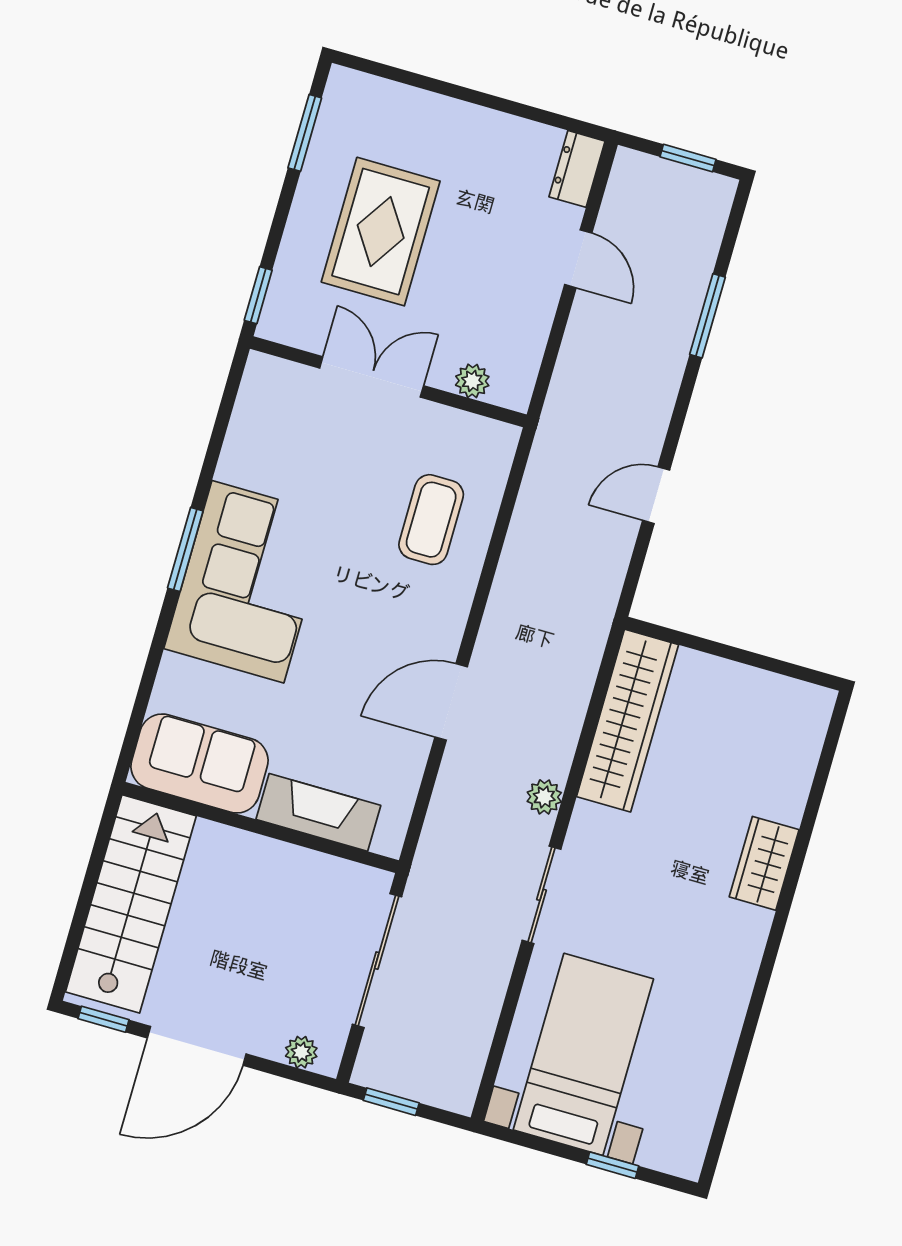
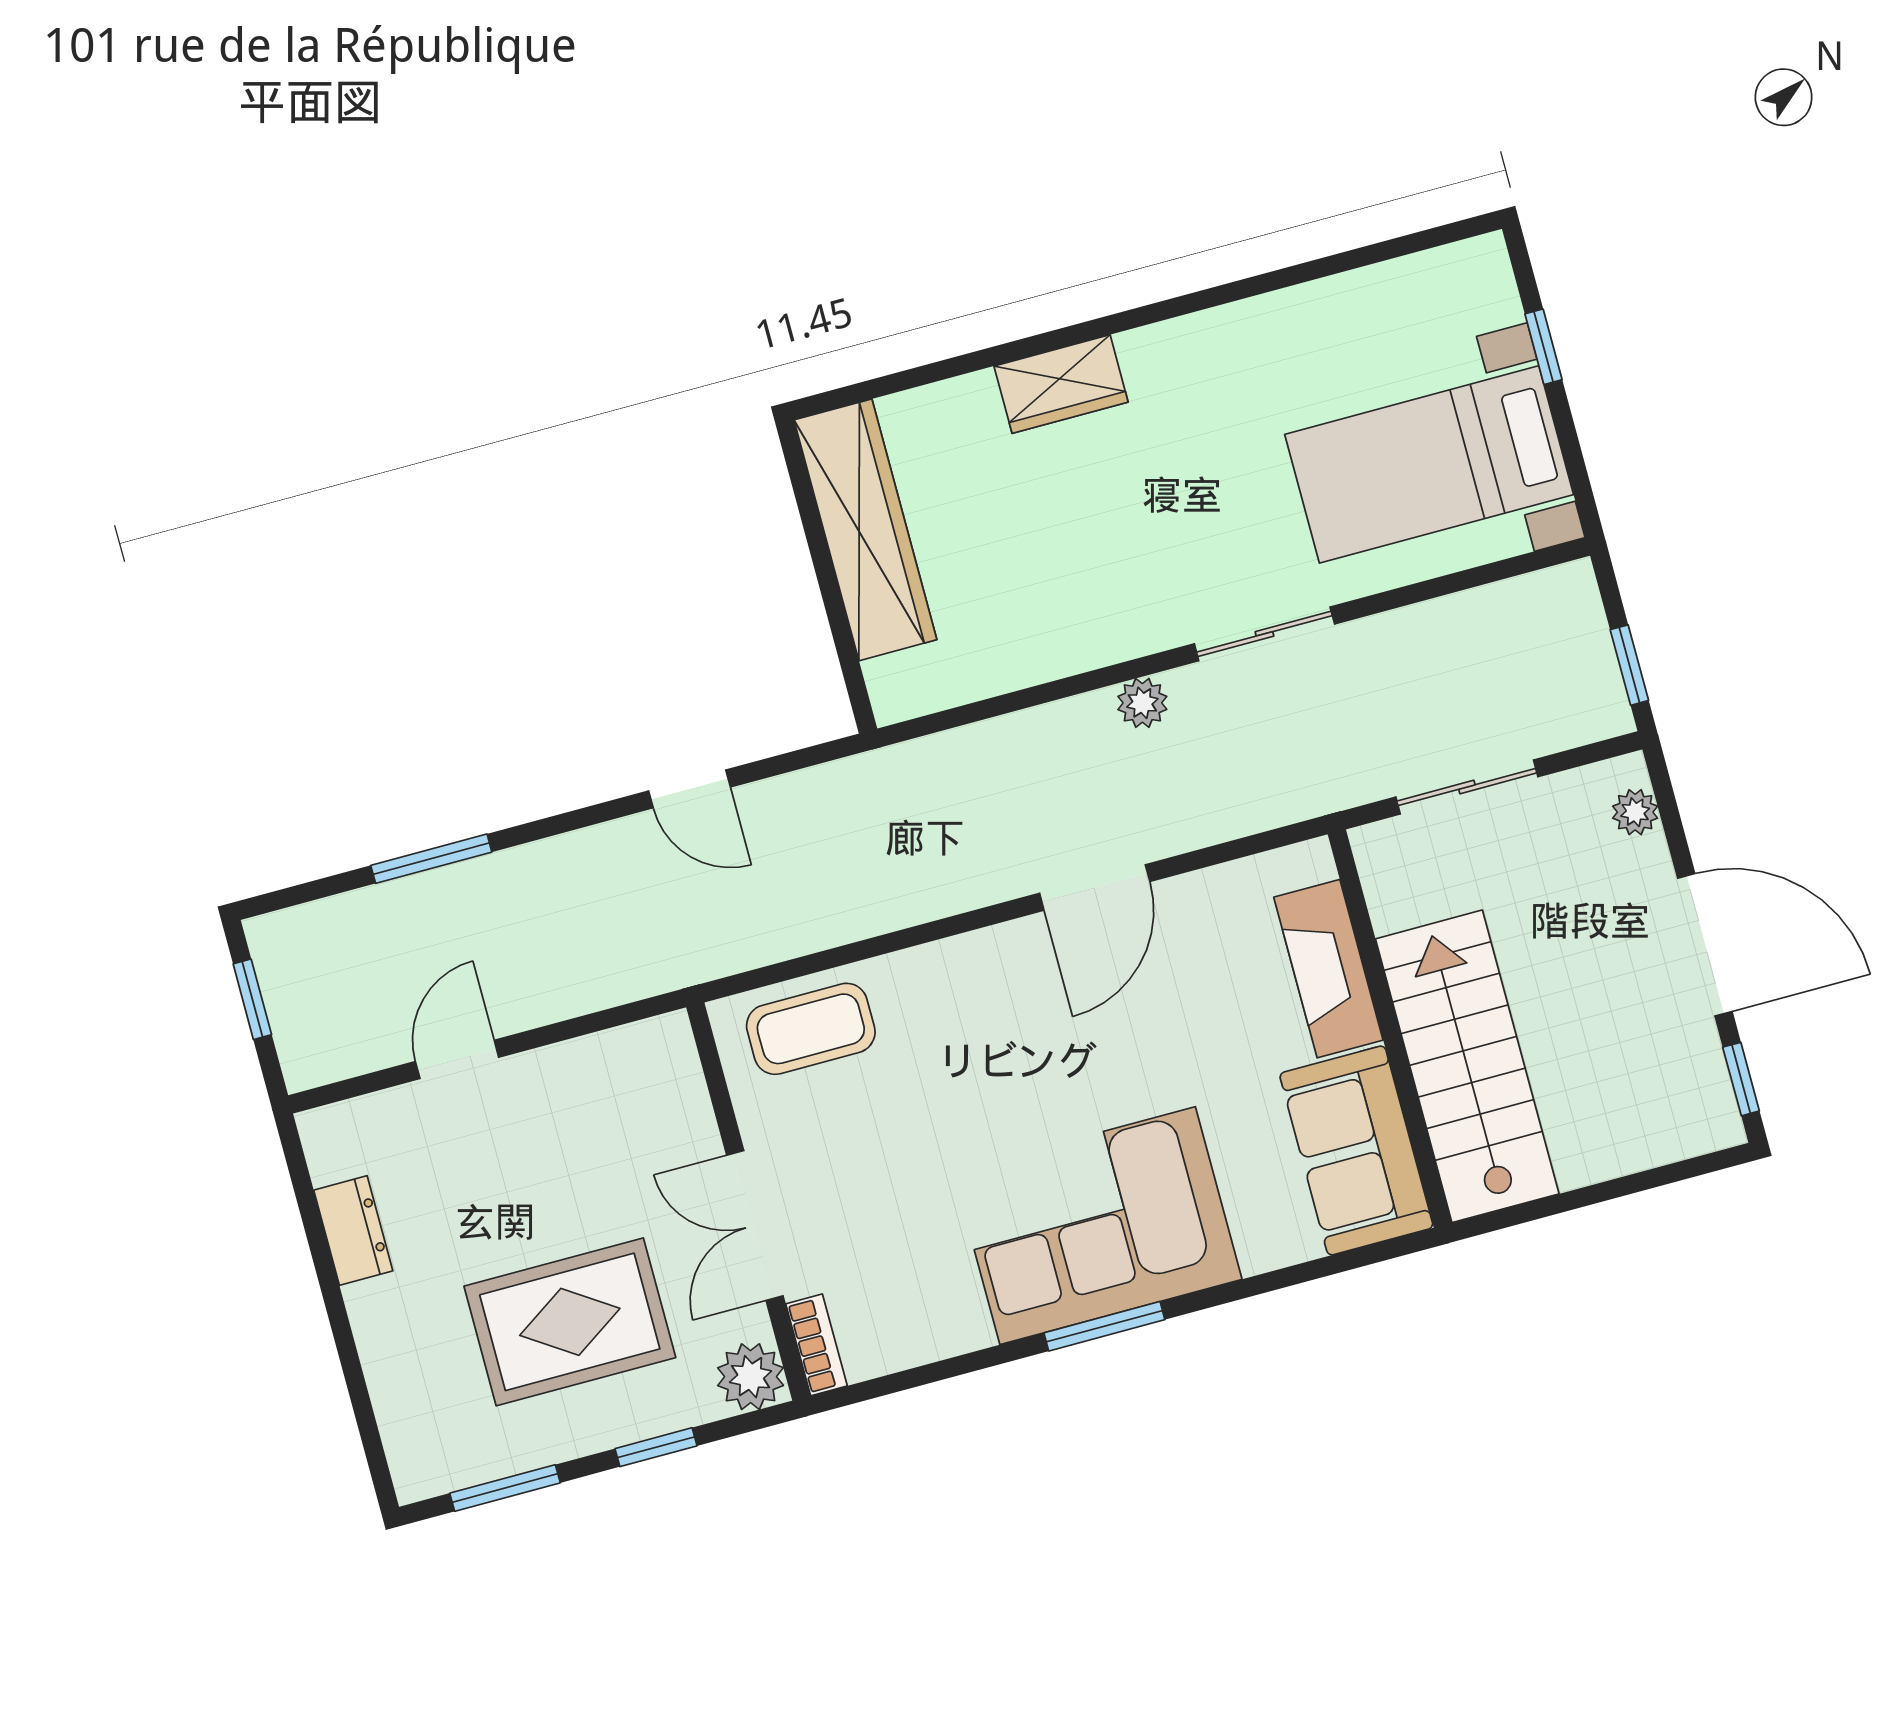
dresser: (577, 169) -> (353, 1231), moved, turned -90
window: (258, 295) -> (656, 1447), moved
bookcase: (278, 371) -> (817, 1345), added
plant: (472, 381) -> (751, 1377), moved, width x1.38, depth x1.38
coffee table: (431, 520) -> (811, 1029), moved
door: (451, 702) -> (1095, 887), hinge flipped
wardrobe: (628, 721) -> (865, 530), moved, turned 90
stairs: (131, 904) -> (1467, 1066), moved, turned 90
sliding door: (377, 961) -> (1467, 787), width x0.73

